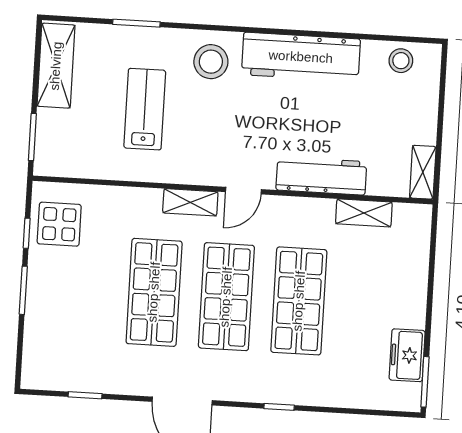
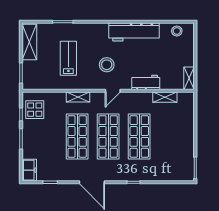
stool: (211, 62) -> (107, 65), moved
workbench: (321, 176) -> (146, 82), width x0.73
shelving: (190, 202) -> (78, 97), moved
freezer: (407, 355) -> (29, 170), moved, turned 180

